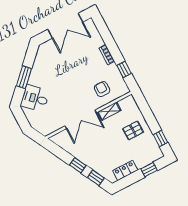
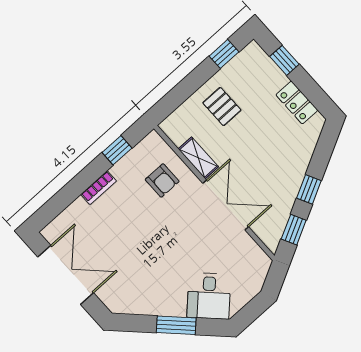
armchair: (102, 89) -> (162, 180), turned -90
window: (96, 178) -> (294, 230), moved

